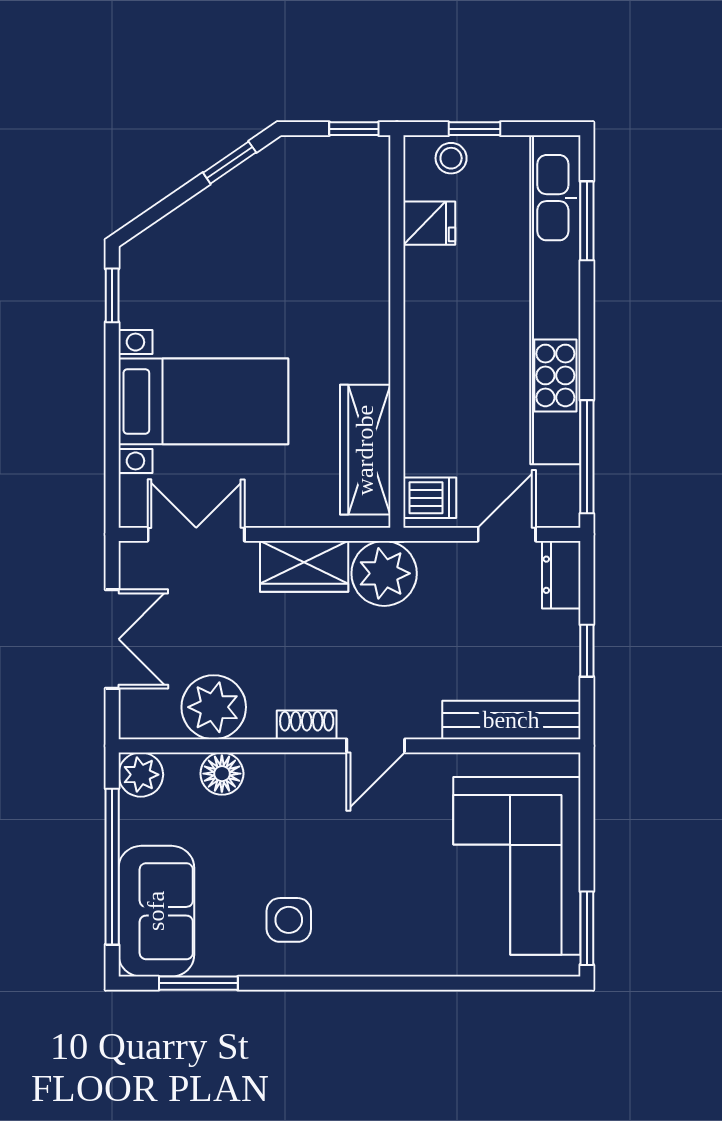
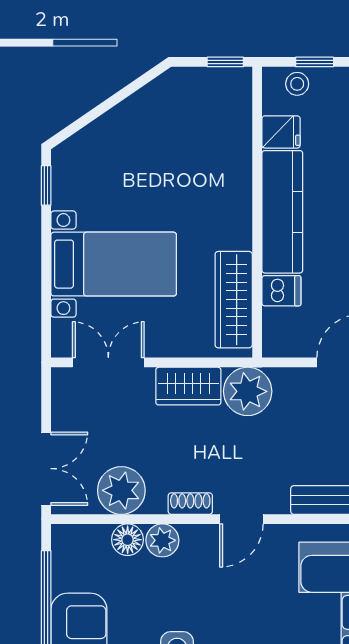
window: (230, 163) -> (133, 87), removed
kitchen counter: (431, 331) -> (282, 212), added
dishwasher: (430, 498) -> (281, 291), moved
double door: (112, 639) -> (46, 469), moved
plant: (141, 775) -> (162, 540), moved

